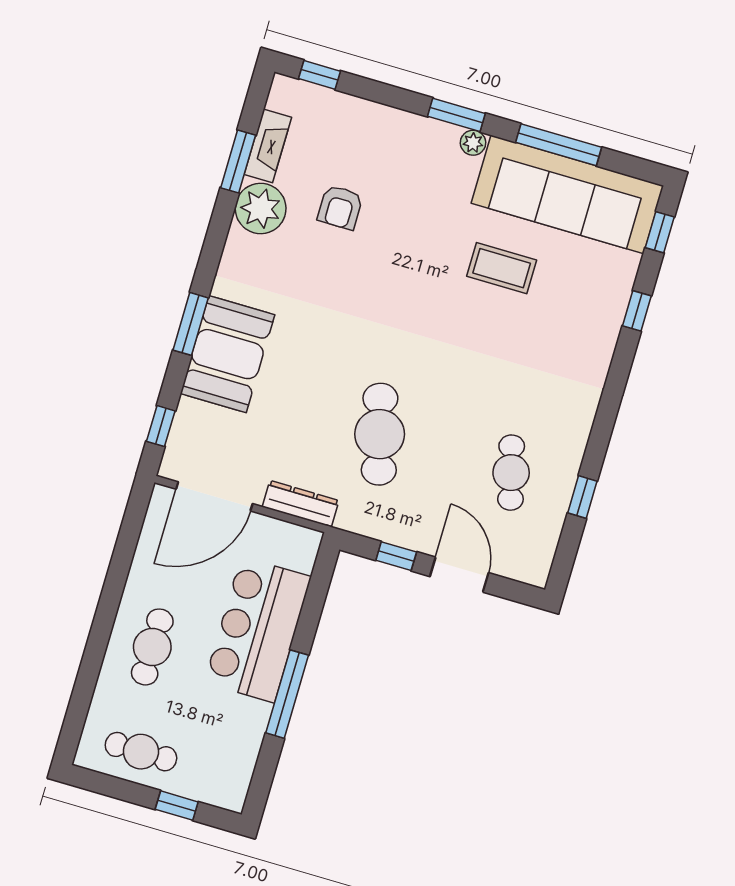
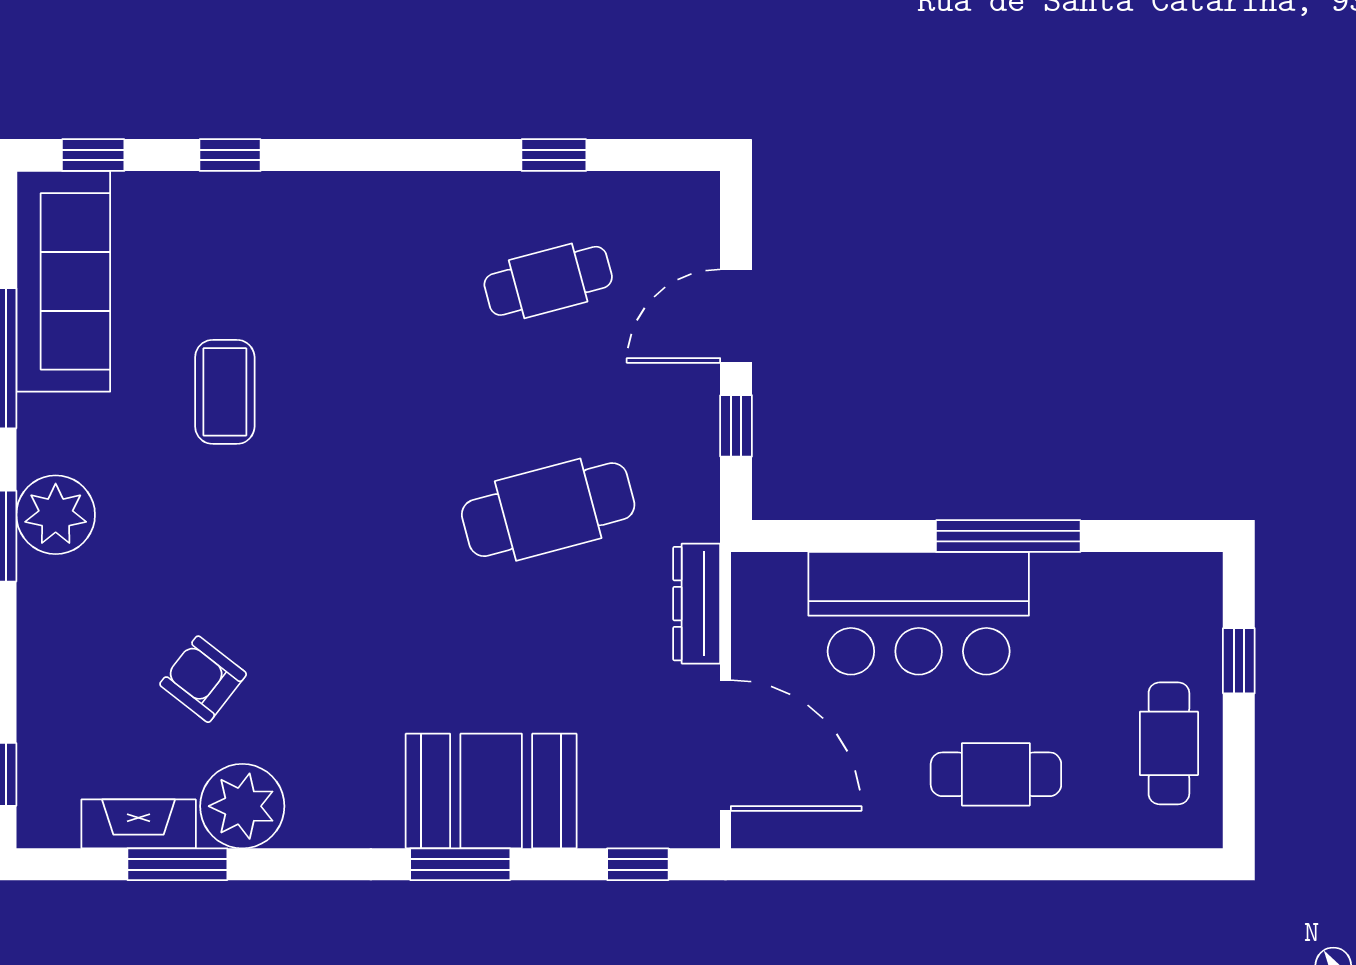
plant: (473, 143) -> (56, 515), width x1.88, depth x1.88
sofa: (567, 194) -> (63, 281), width x0.74, depth x0.79
armchair: (340, 207) -> (203, 679), turned -142

